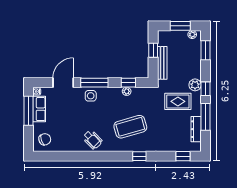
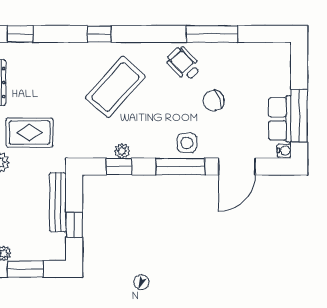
coffee table: (130, 127) -> (115, 87), turned -32
chair: (45, 139) -> (214, 101), moved
window: (77, 156) -> (212, 34), added

